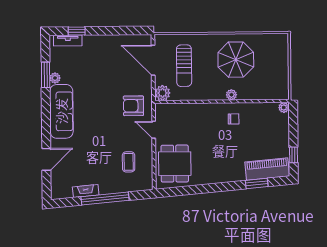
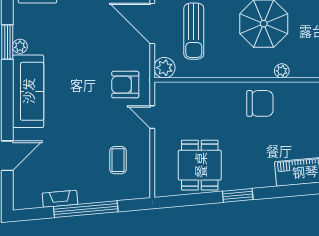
plant: (231, 95) -> (282, 71), moved
chair: (234, 119) -> (260, 103), width x1.87, depth x1.87
dining table: (175, 164) -> (200, 165), moved
window: (257, 183) -> (238, 195), moved

